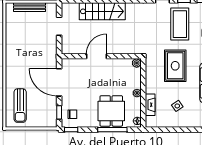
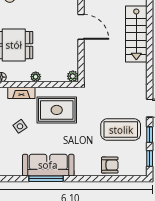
rug: (175, 66) -> (57, 110), moved

